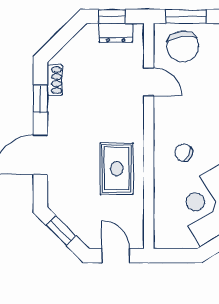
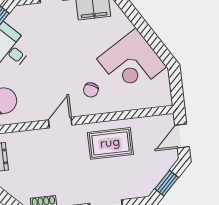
door: (149, 82) -> (60, 122), moved

